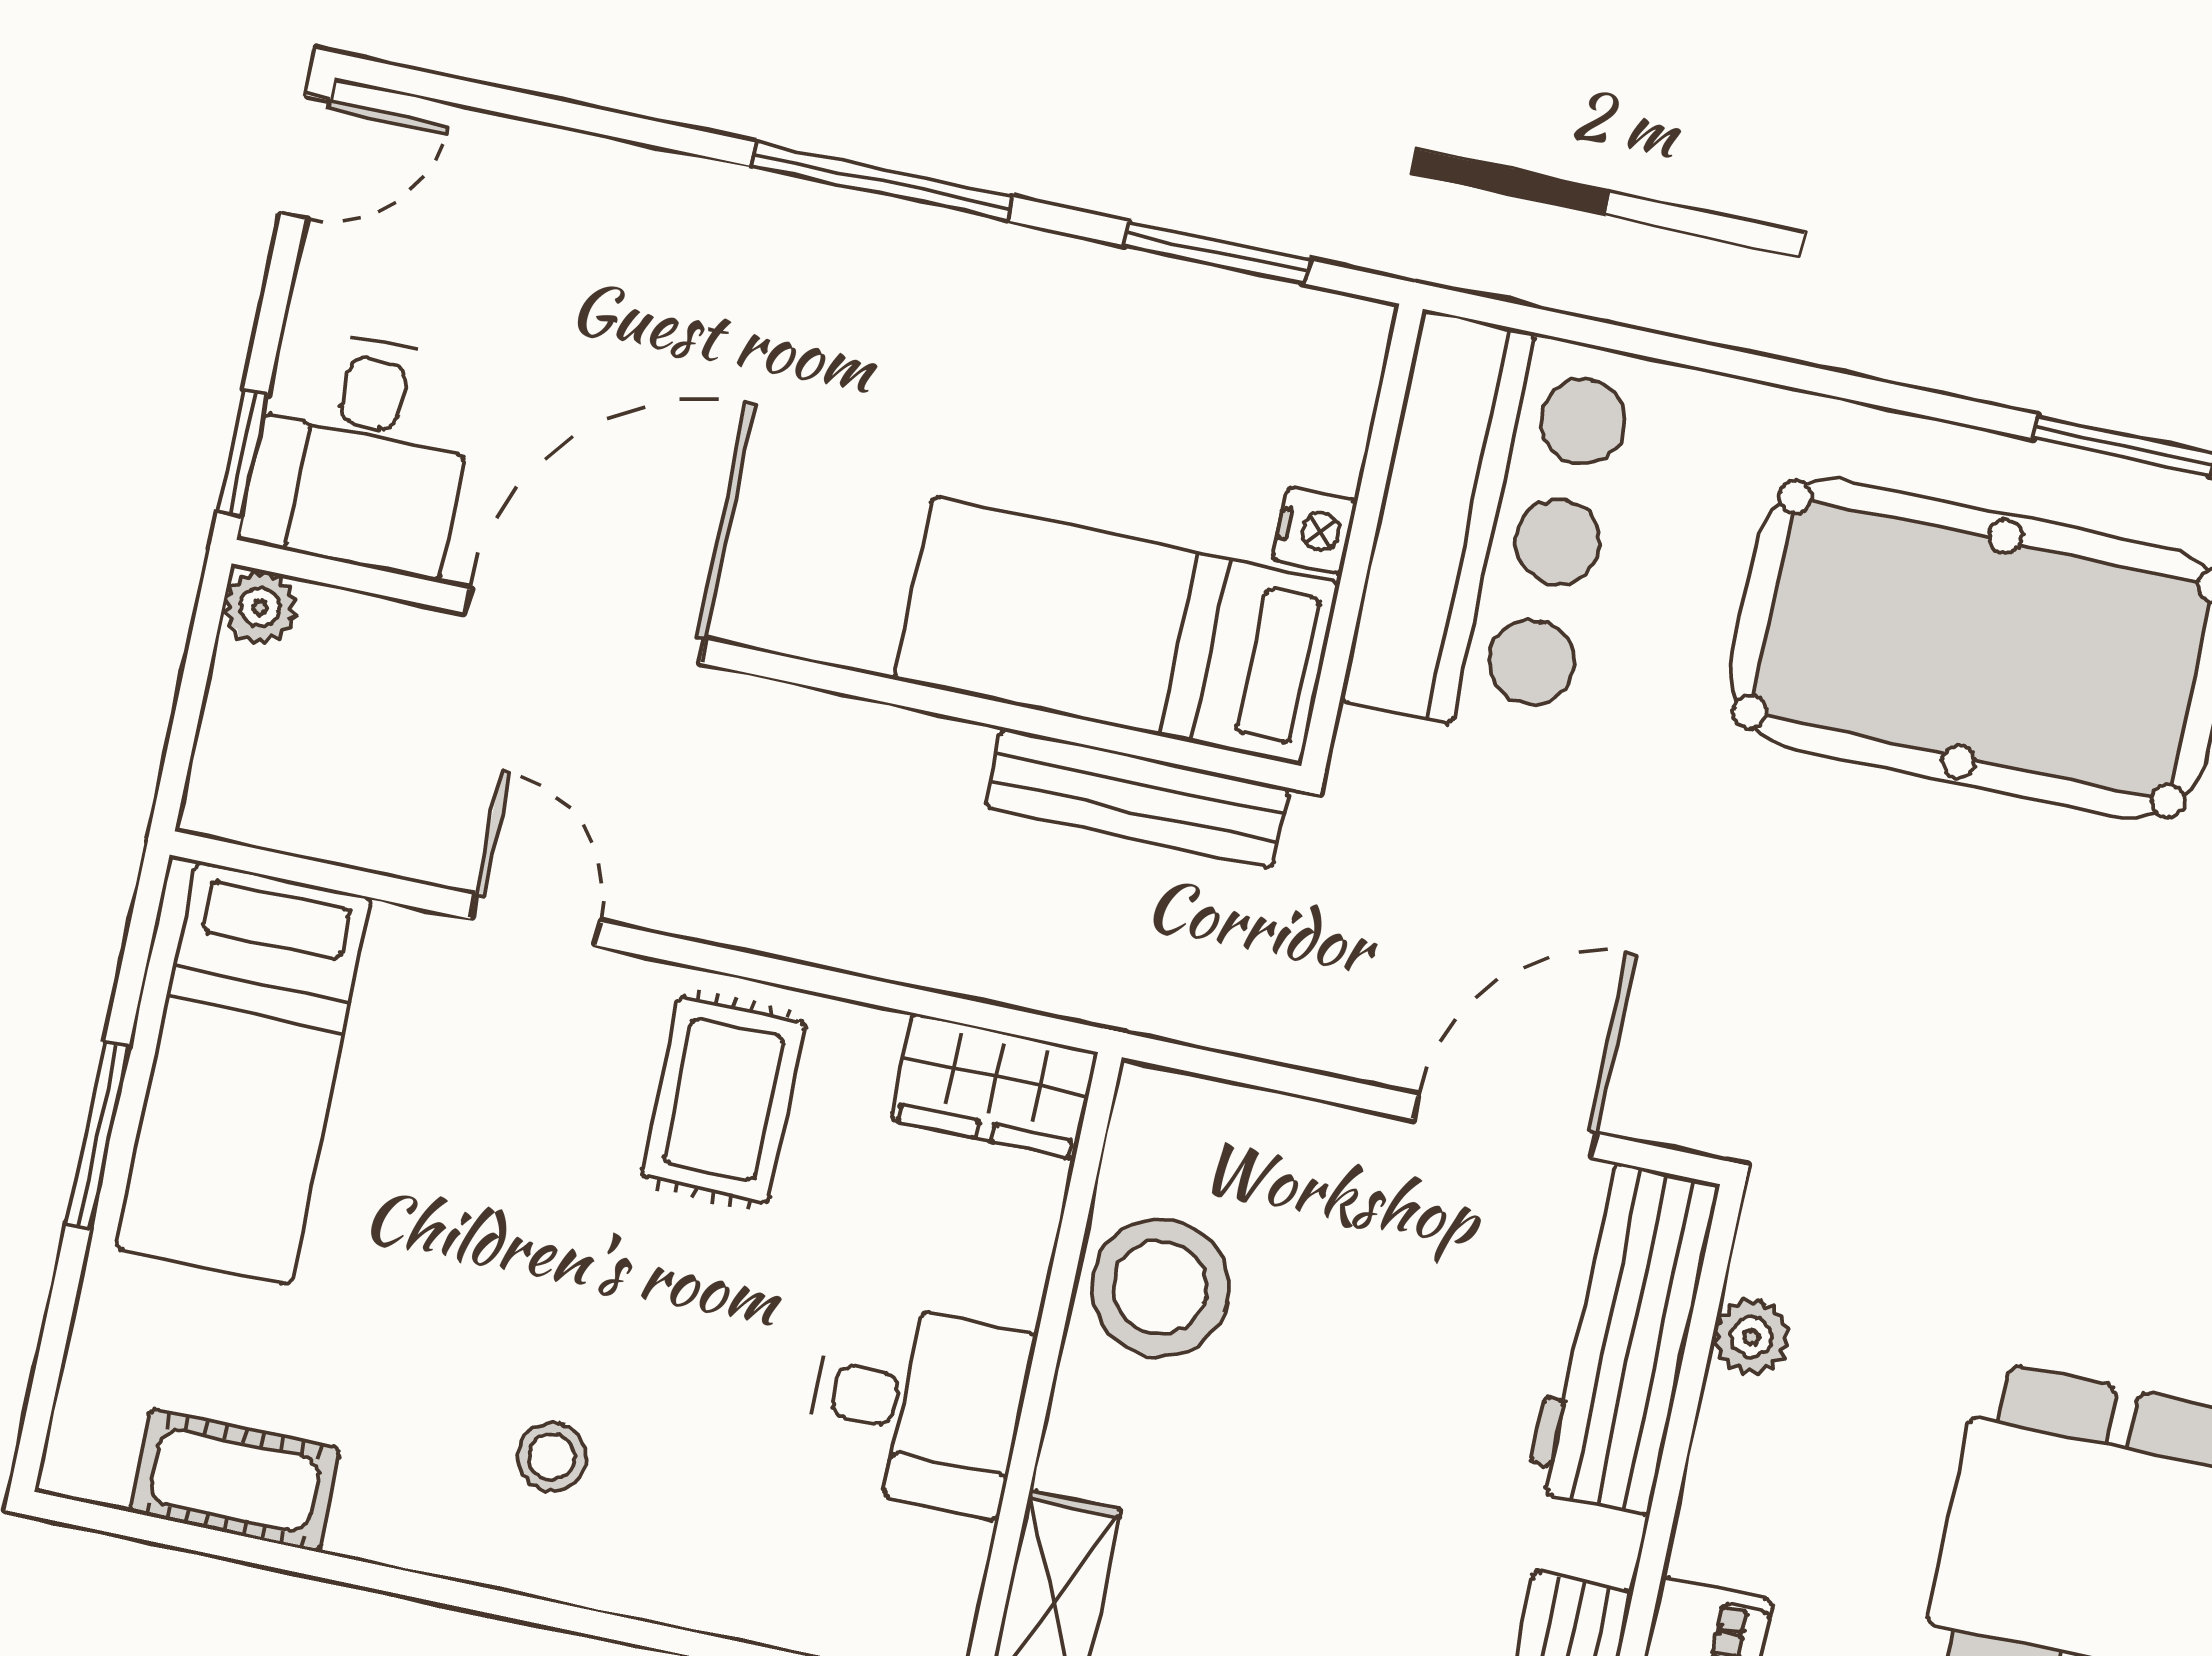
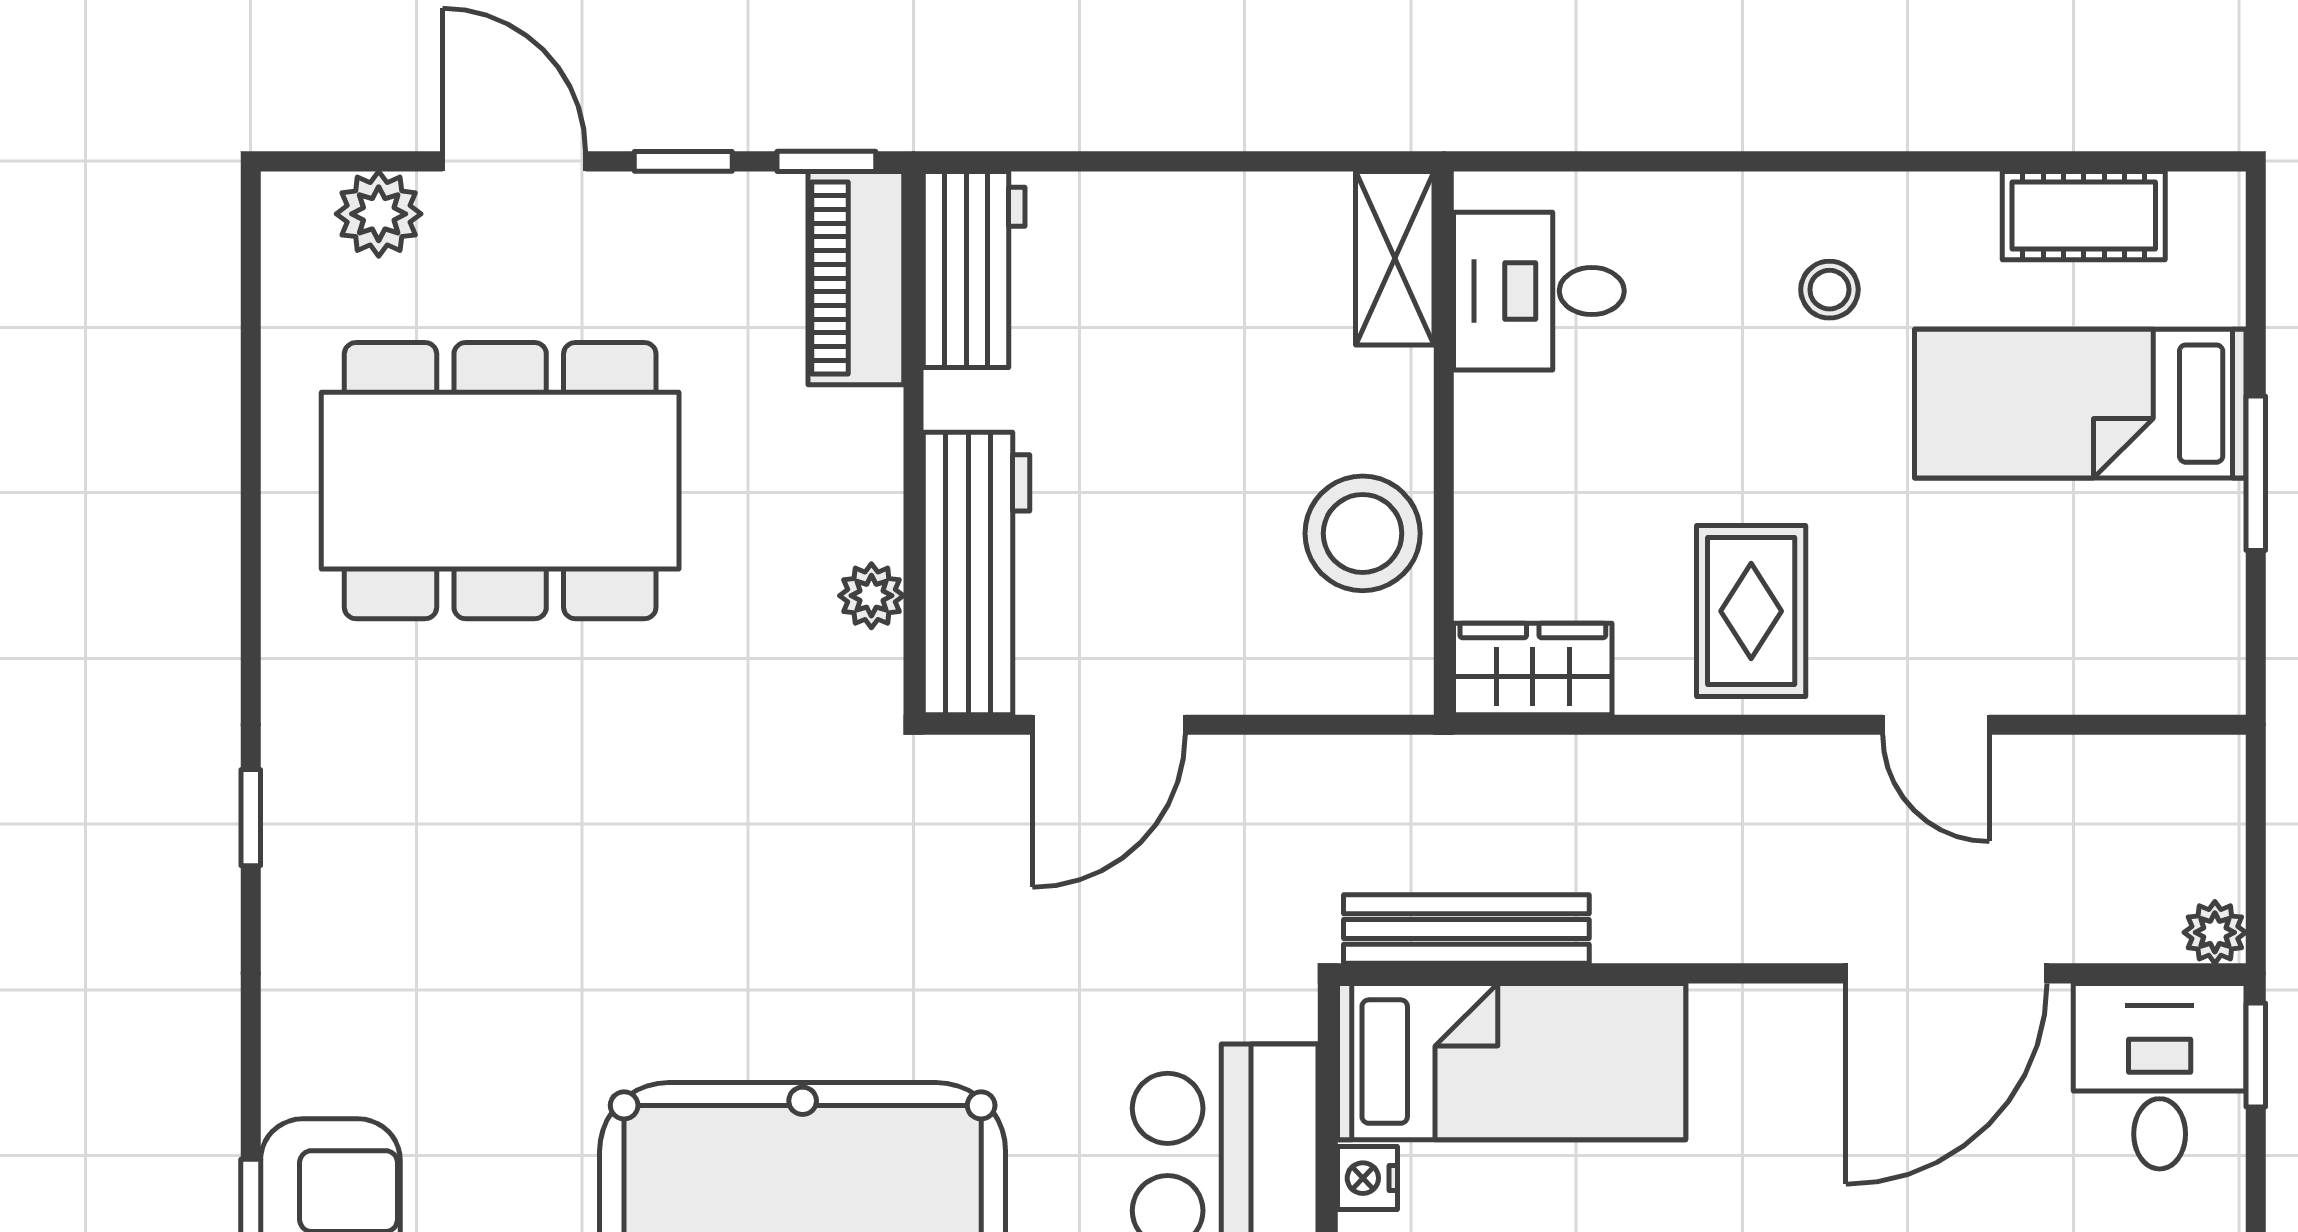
bed: (244, 1073) -> (2080, 404), moved, turned -90
desk: (918, 1407) -> (1539, 291), moved

